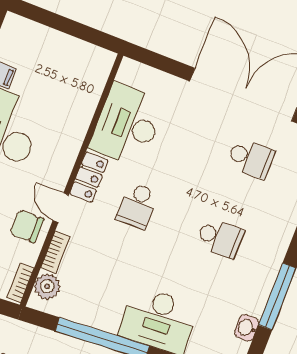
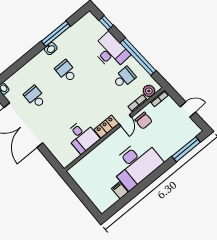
desk: (127, 125) -> (82, 136), width x0.73
school desk: (137, 206) -> (124, 78), moved
washbasin: (247, 328) -> (51, 49), moved

